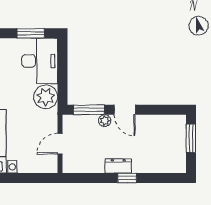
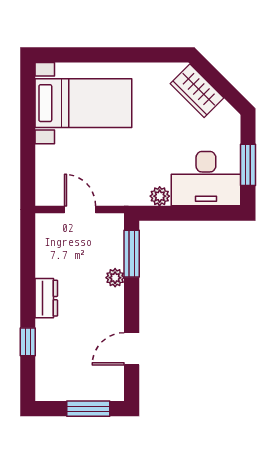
plant: (46, 97) -> (160, 196), width x0.53, depth x0.53
door: (125, 110) -> (132, 349), moved
window: (127, 178) -> (28, 342), moved

